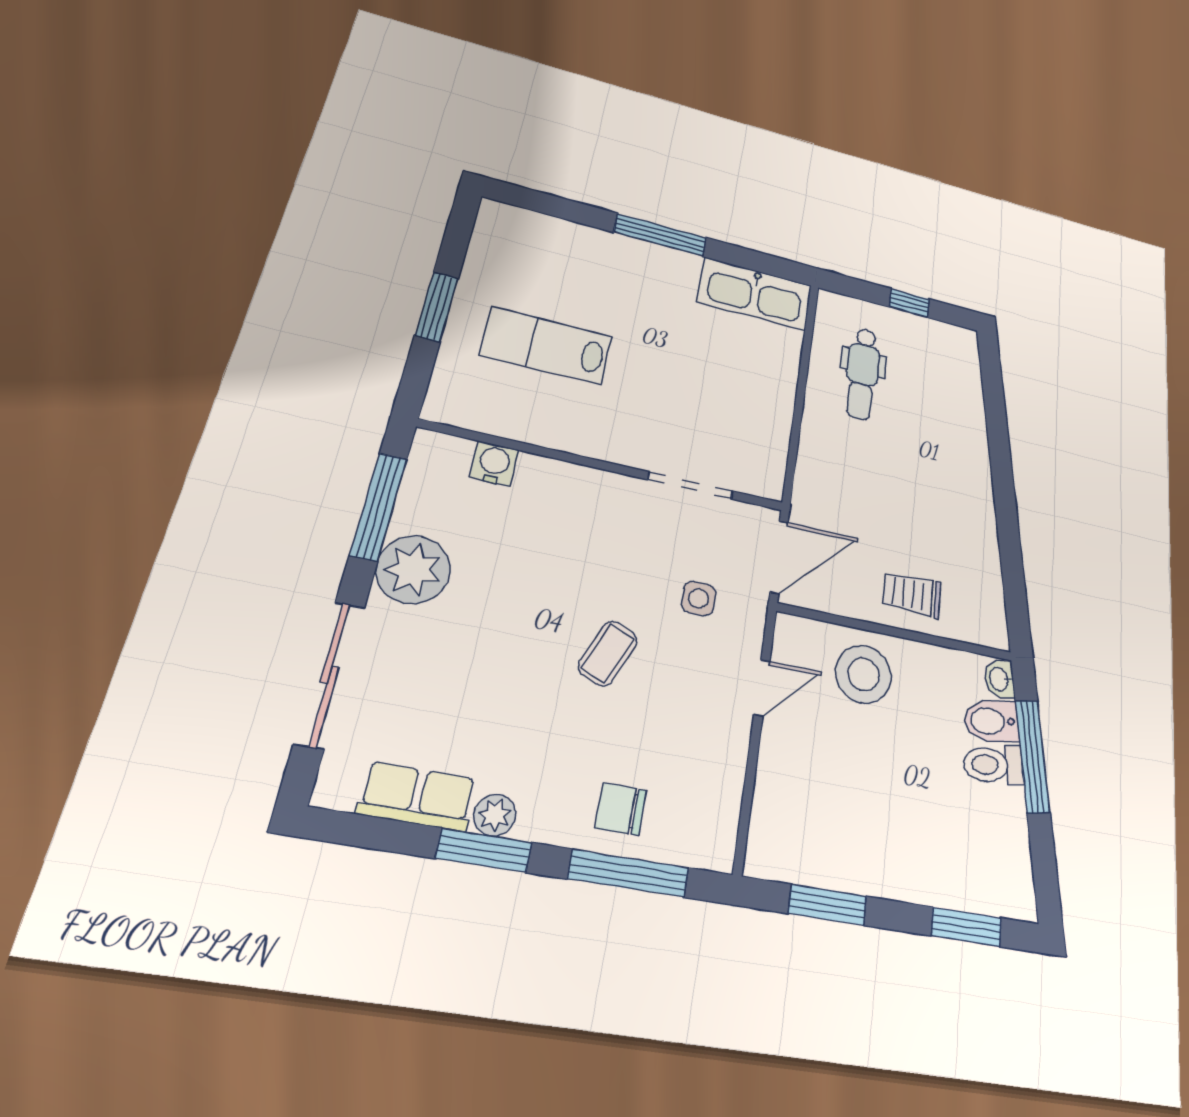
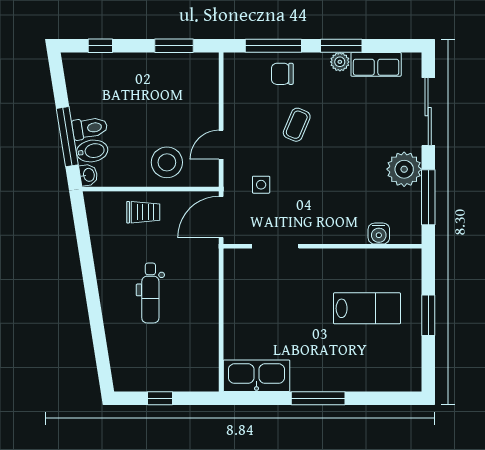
dental chair: (862, 373) -> (150, 293), moved, turned 180
coffee table: (608, 653) -> (297, 125), moved
chair: (621, 809) -> (282, 74), turned 180
window: (966, 927) -> (100, 46), width x0.67

